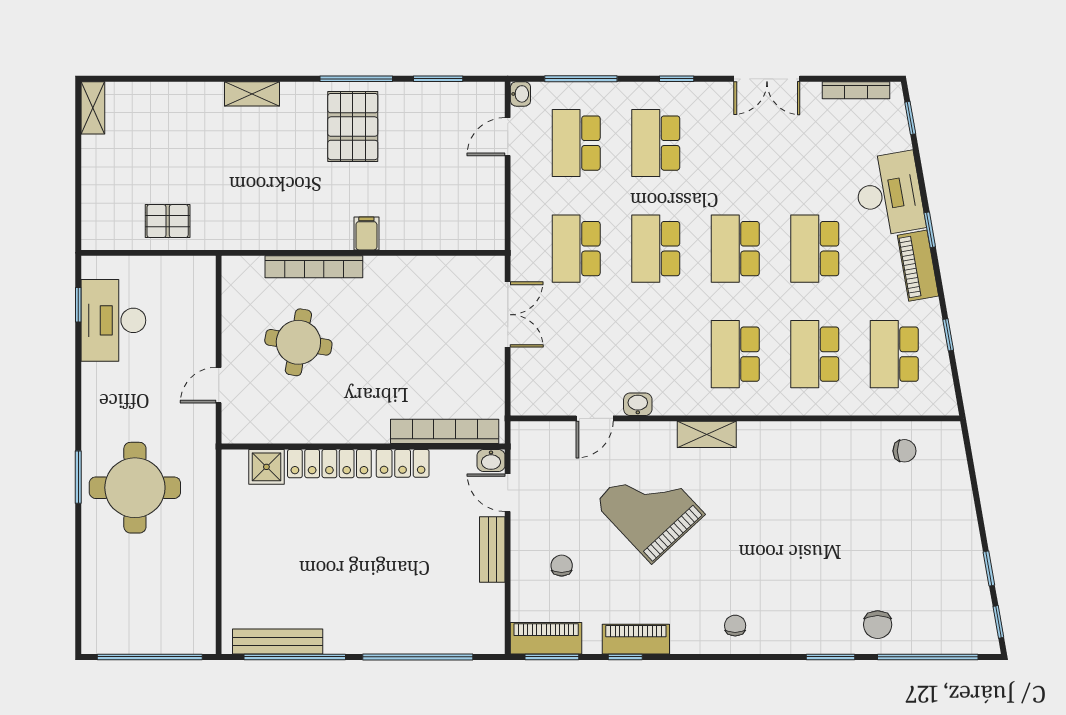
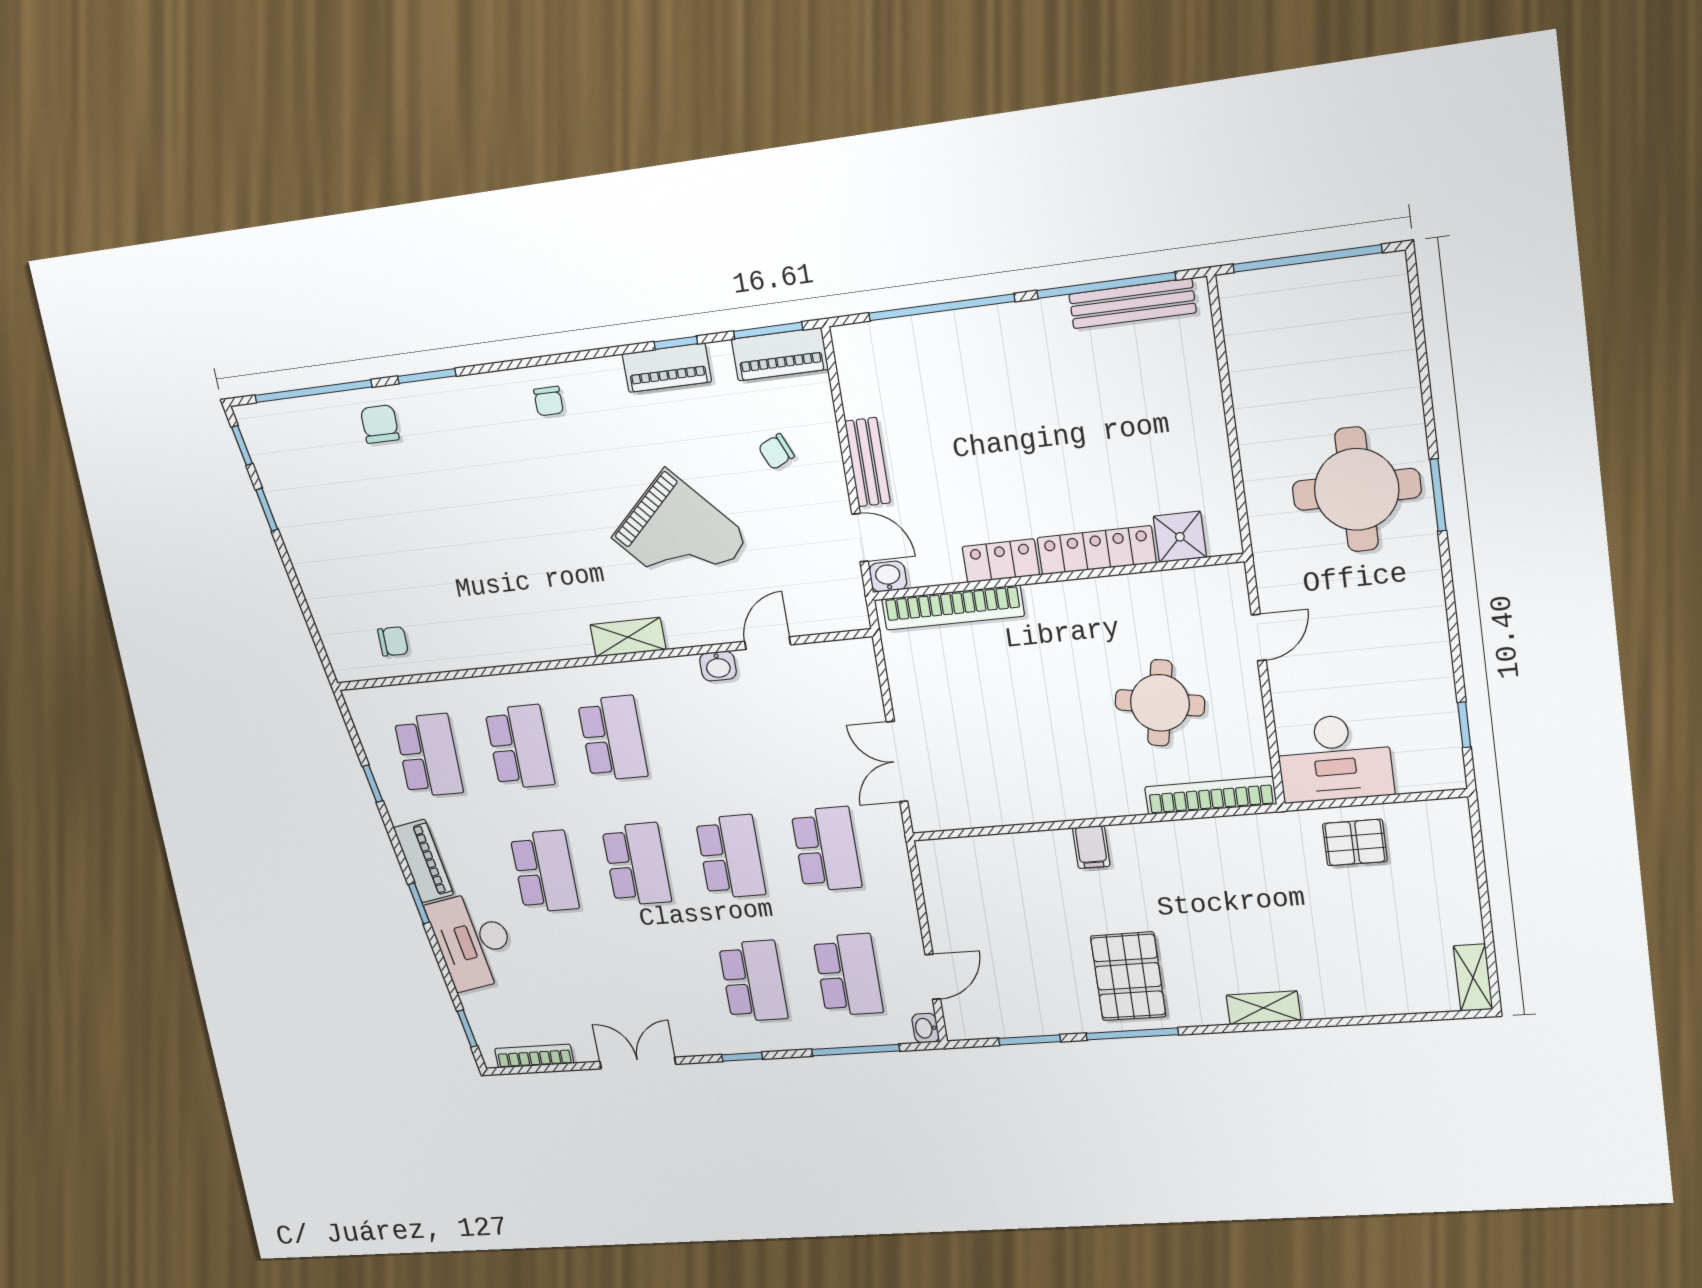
bookcase: (314, 267) -> (1210, 796), moved
desk: (113, 320) -> (1334, 758), moved, turned 90
chair: (904, 451) -> (393, 641), turned 180
chair: (562, 566) -> (776, 452), turned 66

